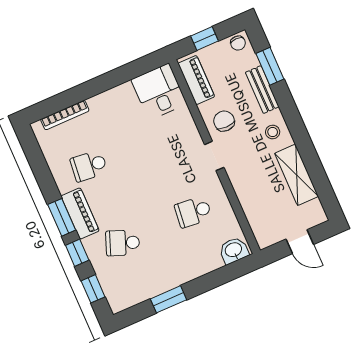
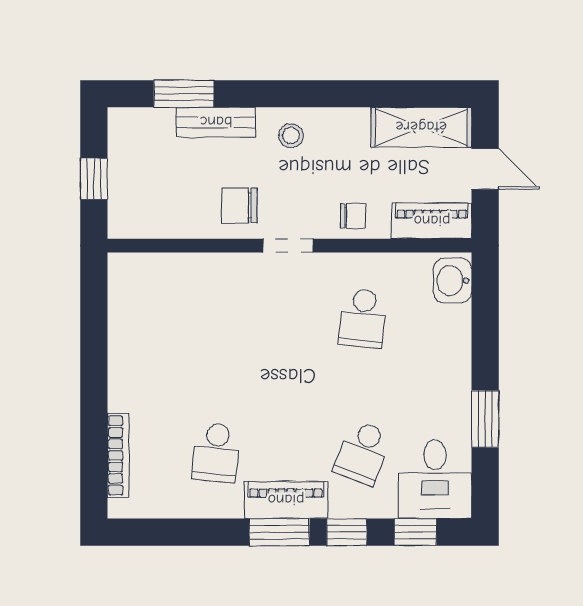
chair: (238, 43) -> (353, 216), moved
piano: (196, 80) -> (432, 221), moved
desk: (159, 92) -> (435, 479), moved, turned -90
shelving: (297, 175) -> (421, 127), moved
door: (300, 242) -> (485, 169), hinge flipped

